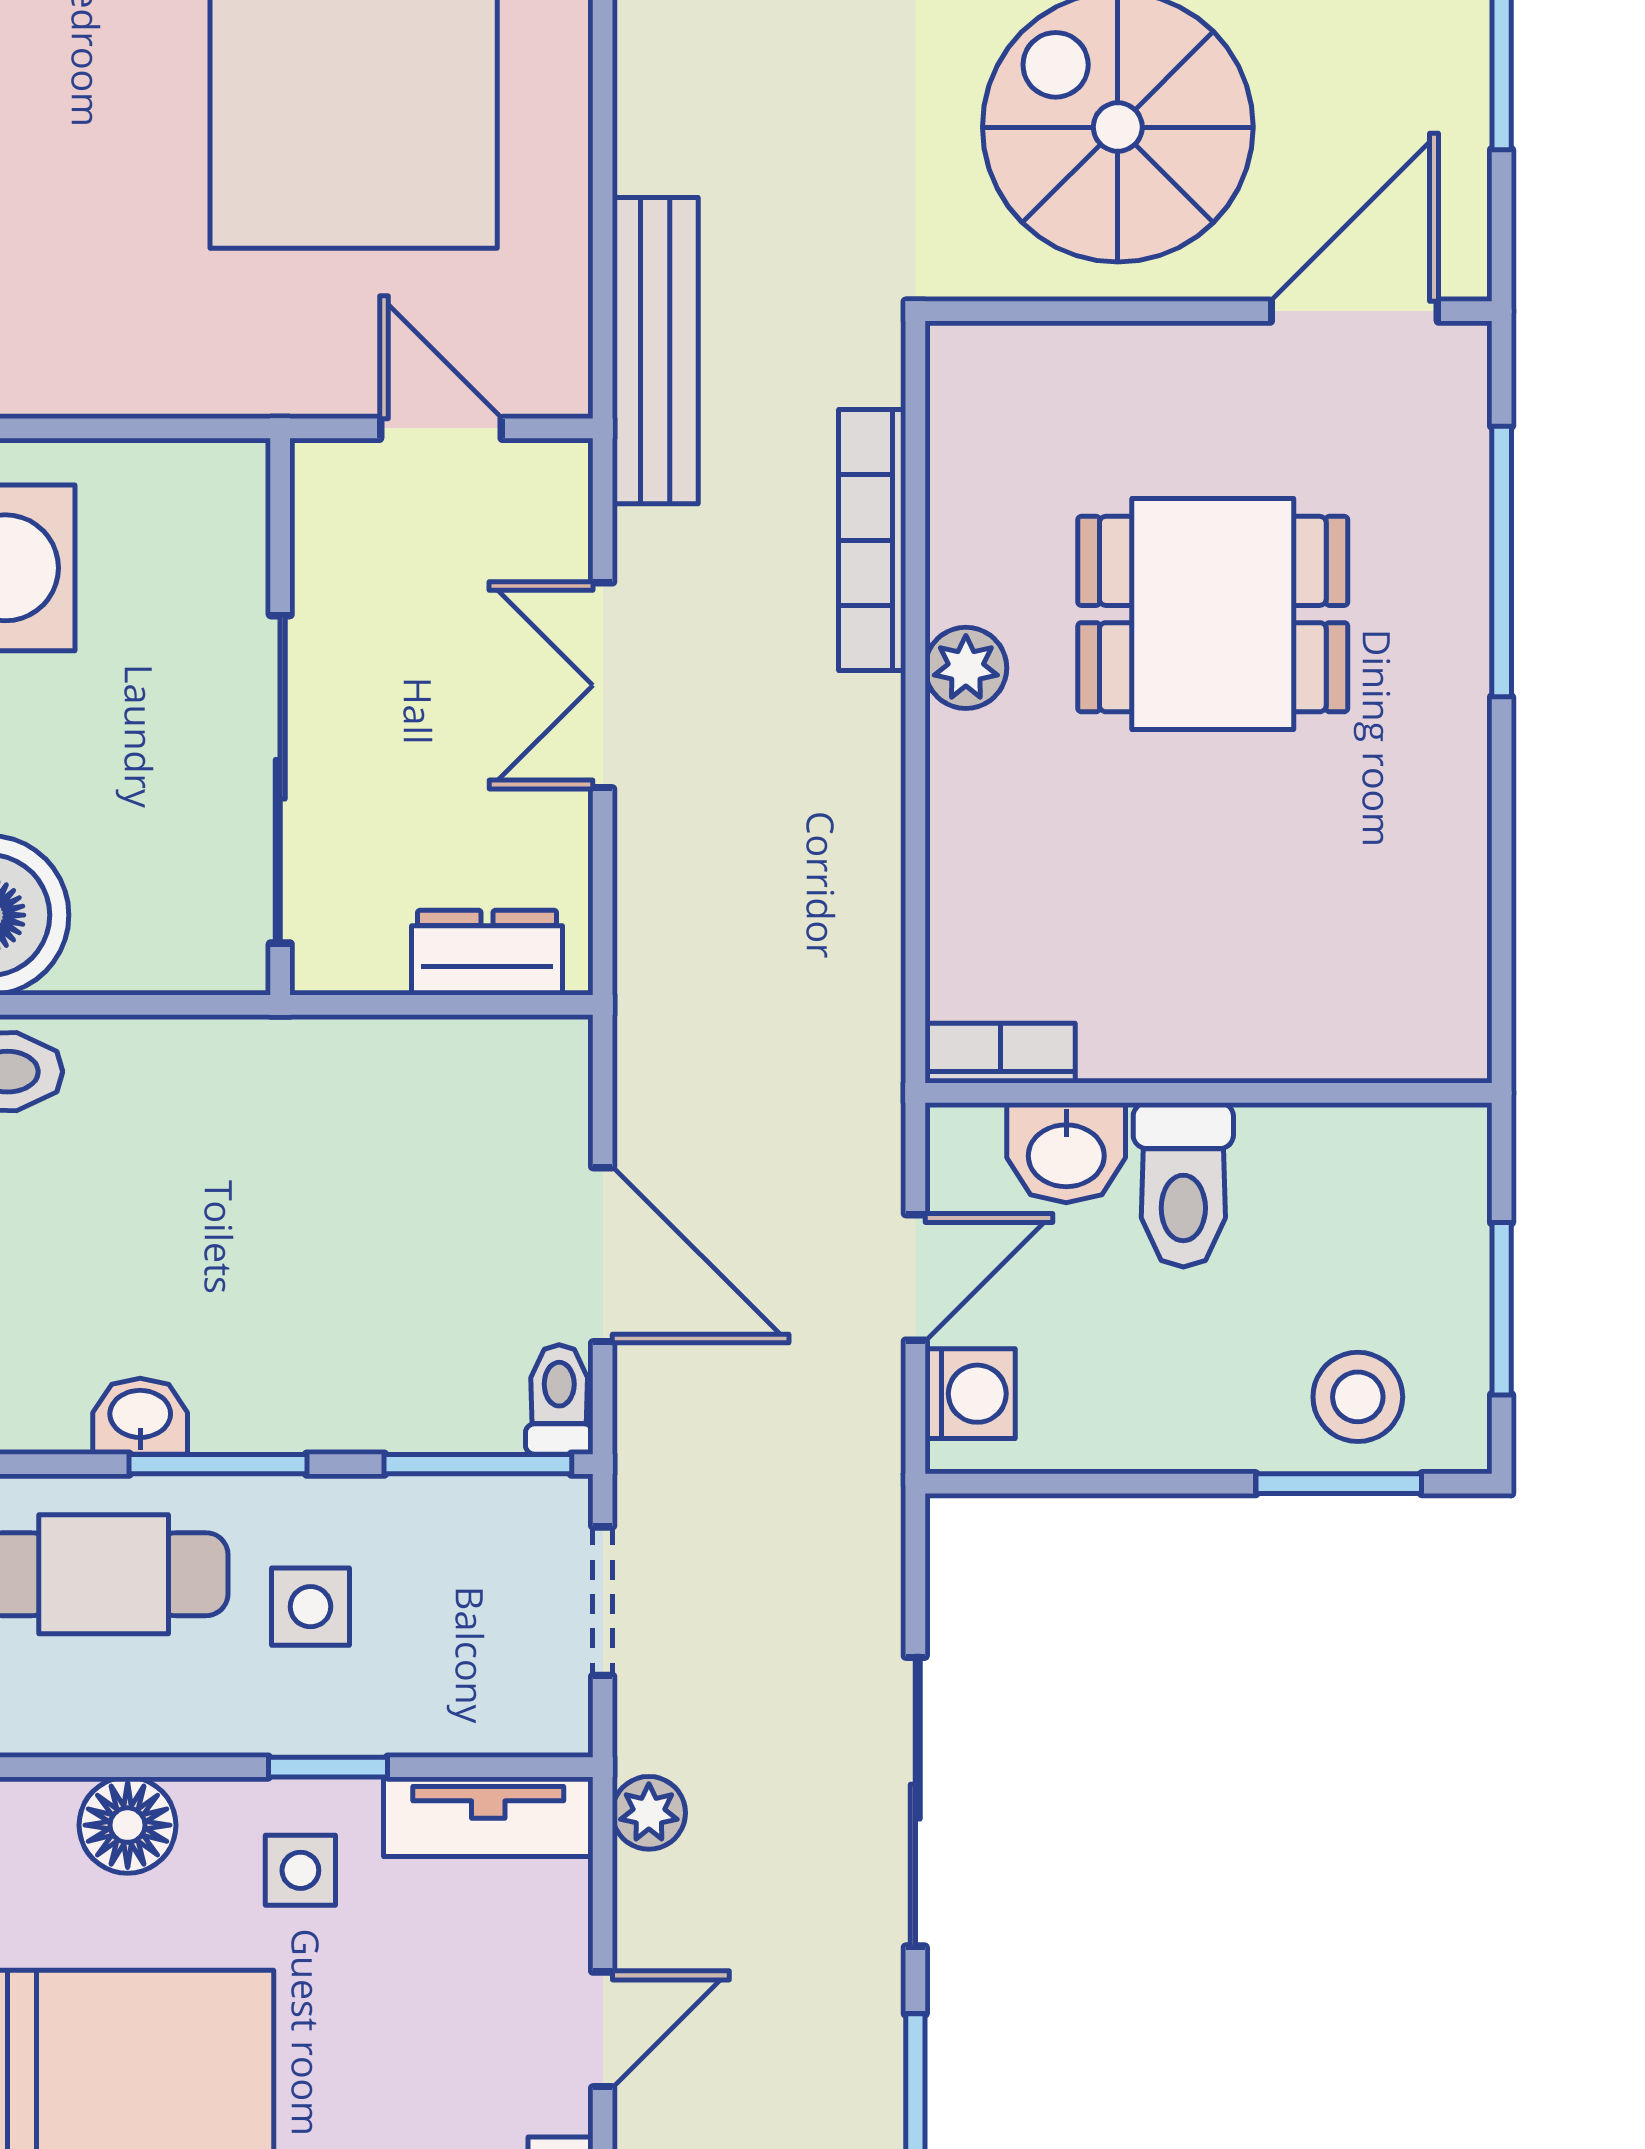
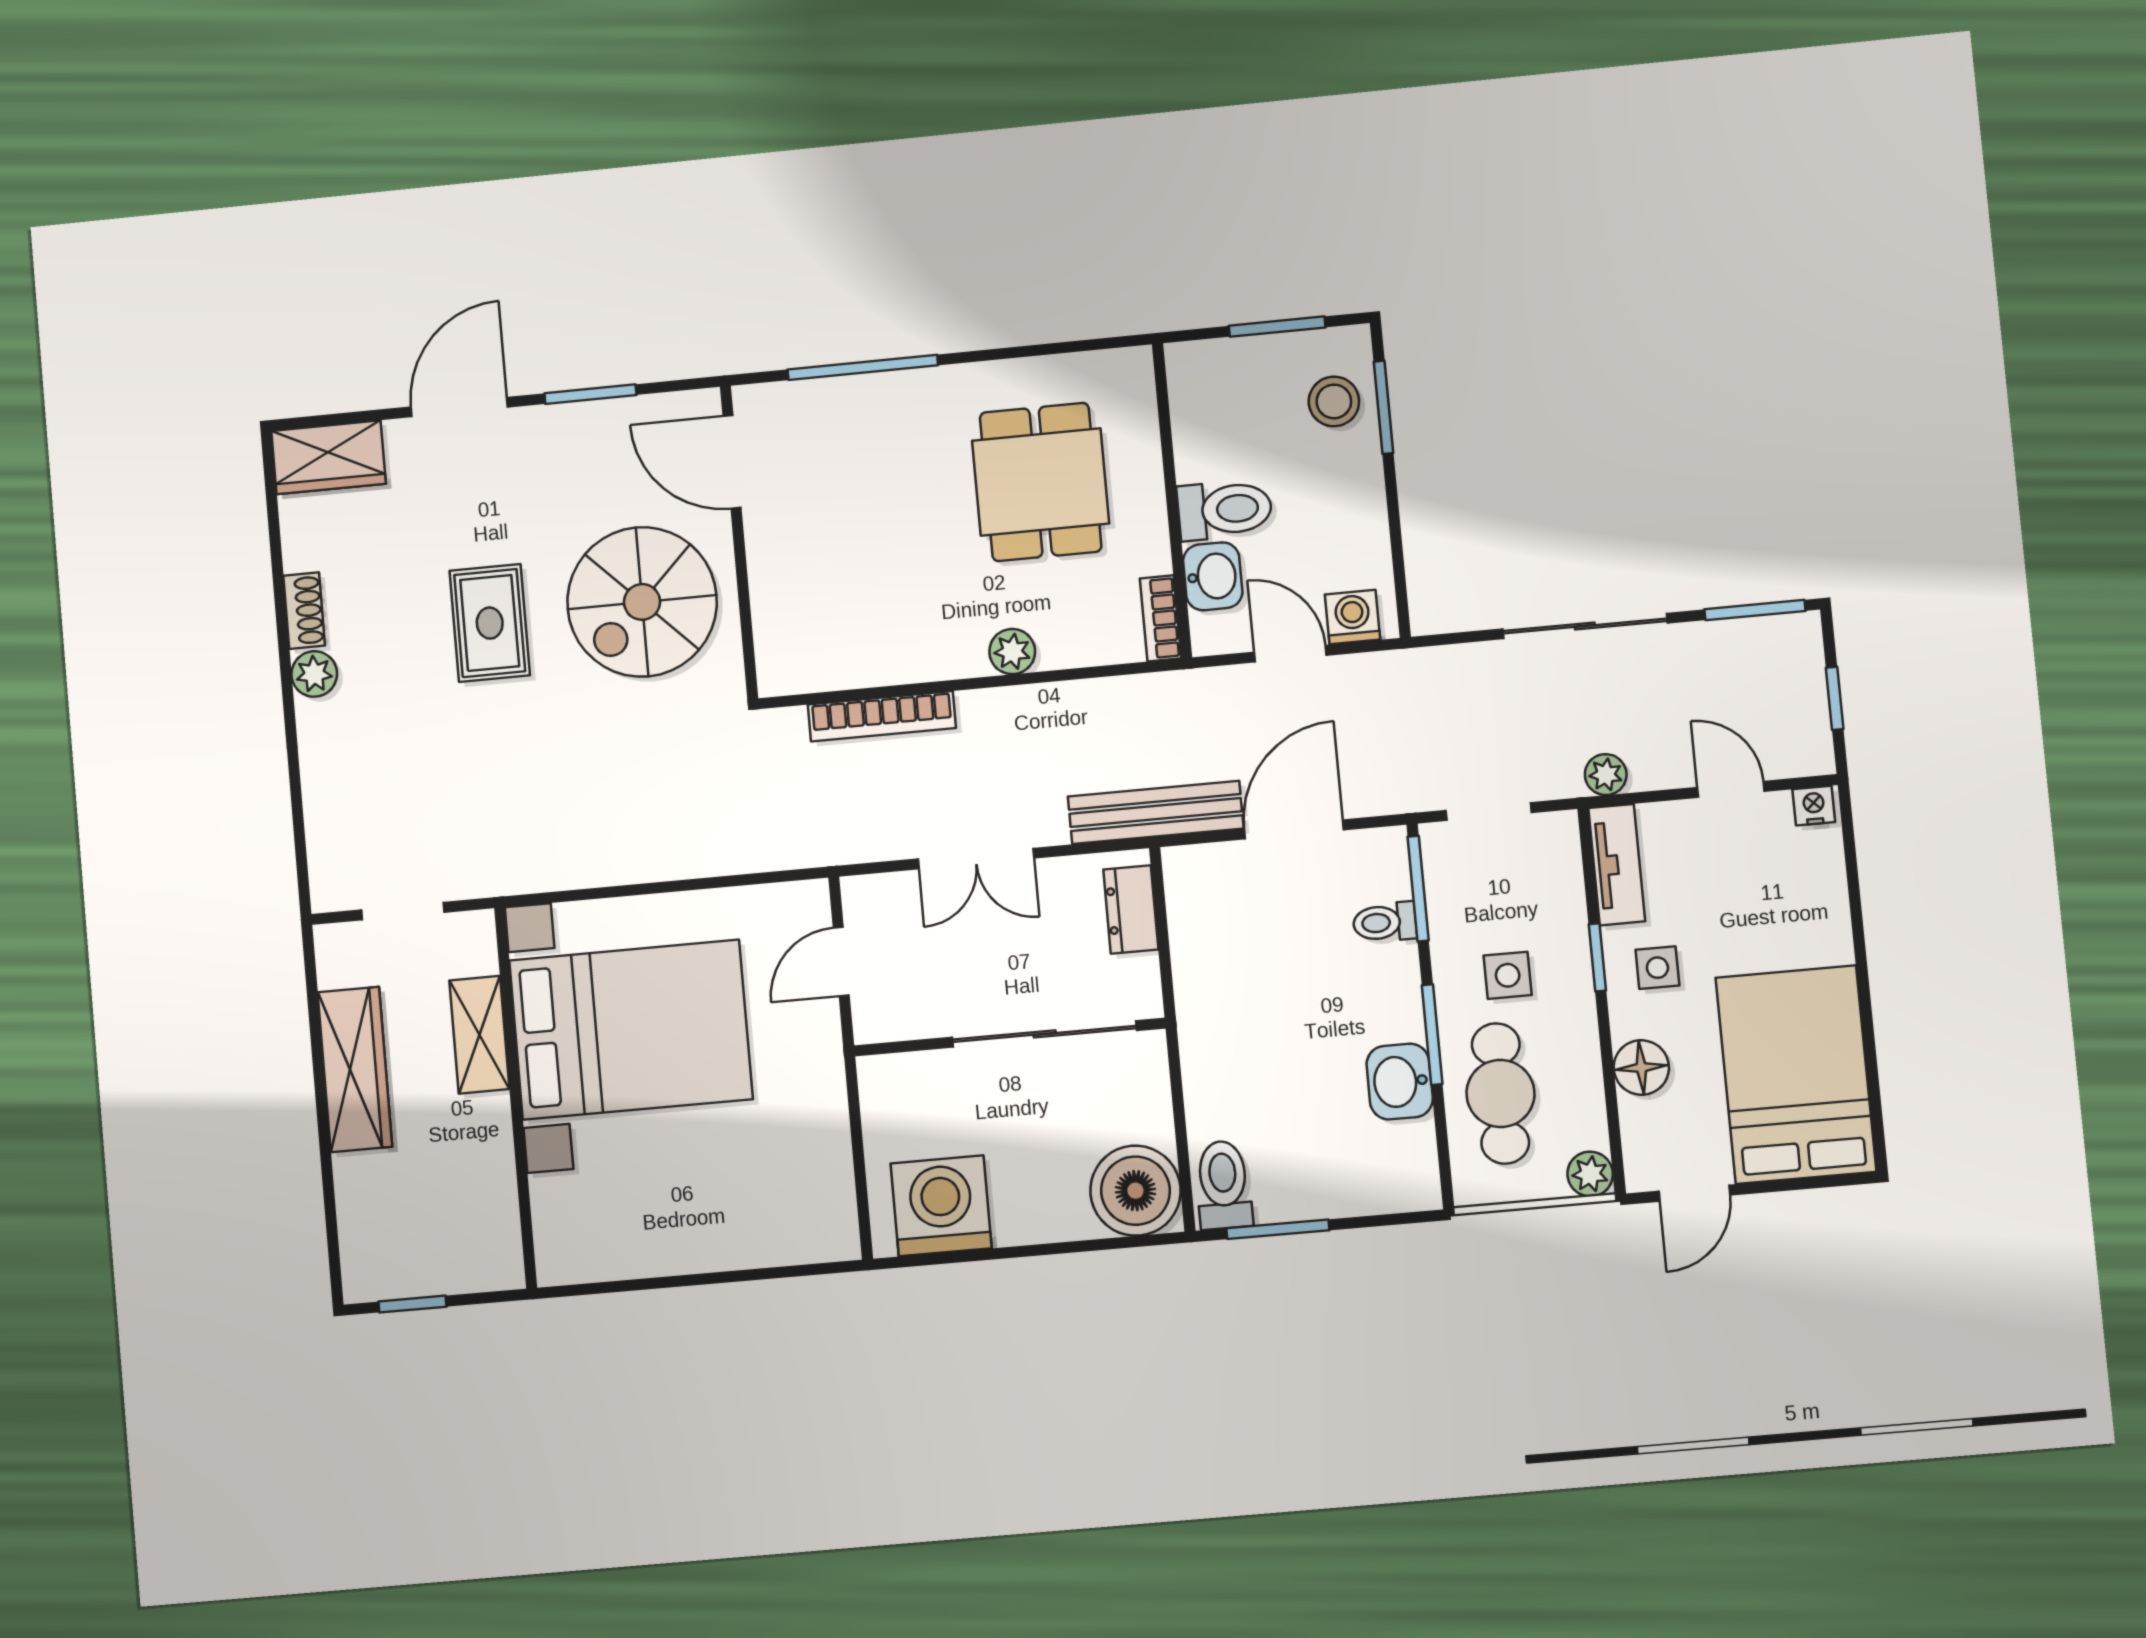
bench: (655, 351) -> (1156, 812), moved
dining table: (1213, 614) -> (1041, 482), moved
plant: (966, 668) -> (1012, 652), moved
toilet: (559, 1400) -> (1385, 922), moved
washbasin: (140, 1416) -> (1400, 1082), width x1.38, depth x1.45

